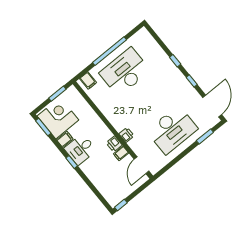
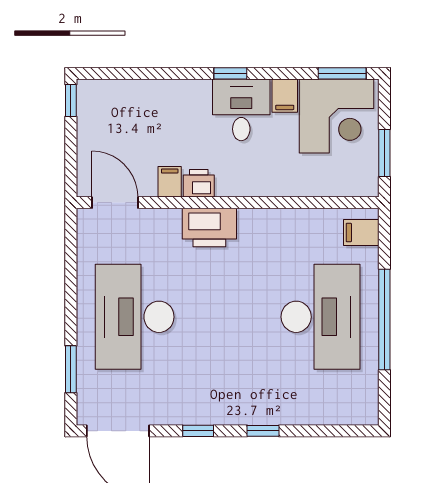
printer: (126, 135) -> (209, 228), width x1.87, depth x1.48

